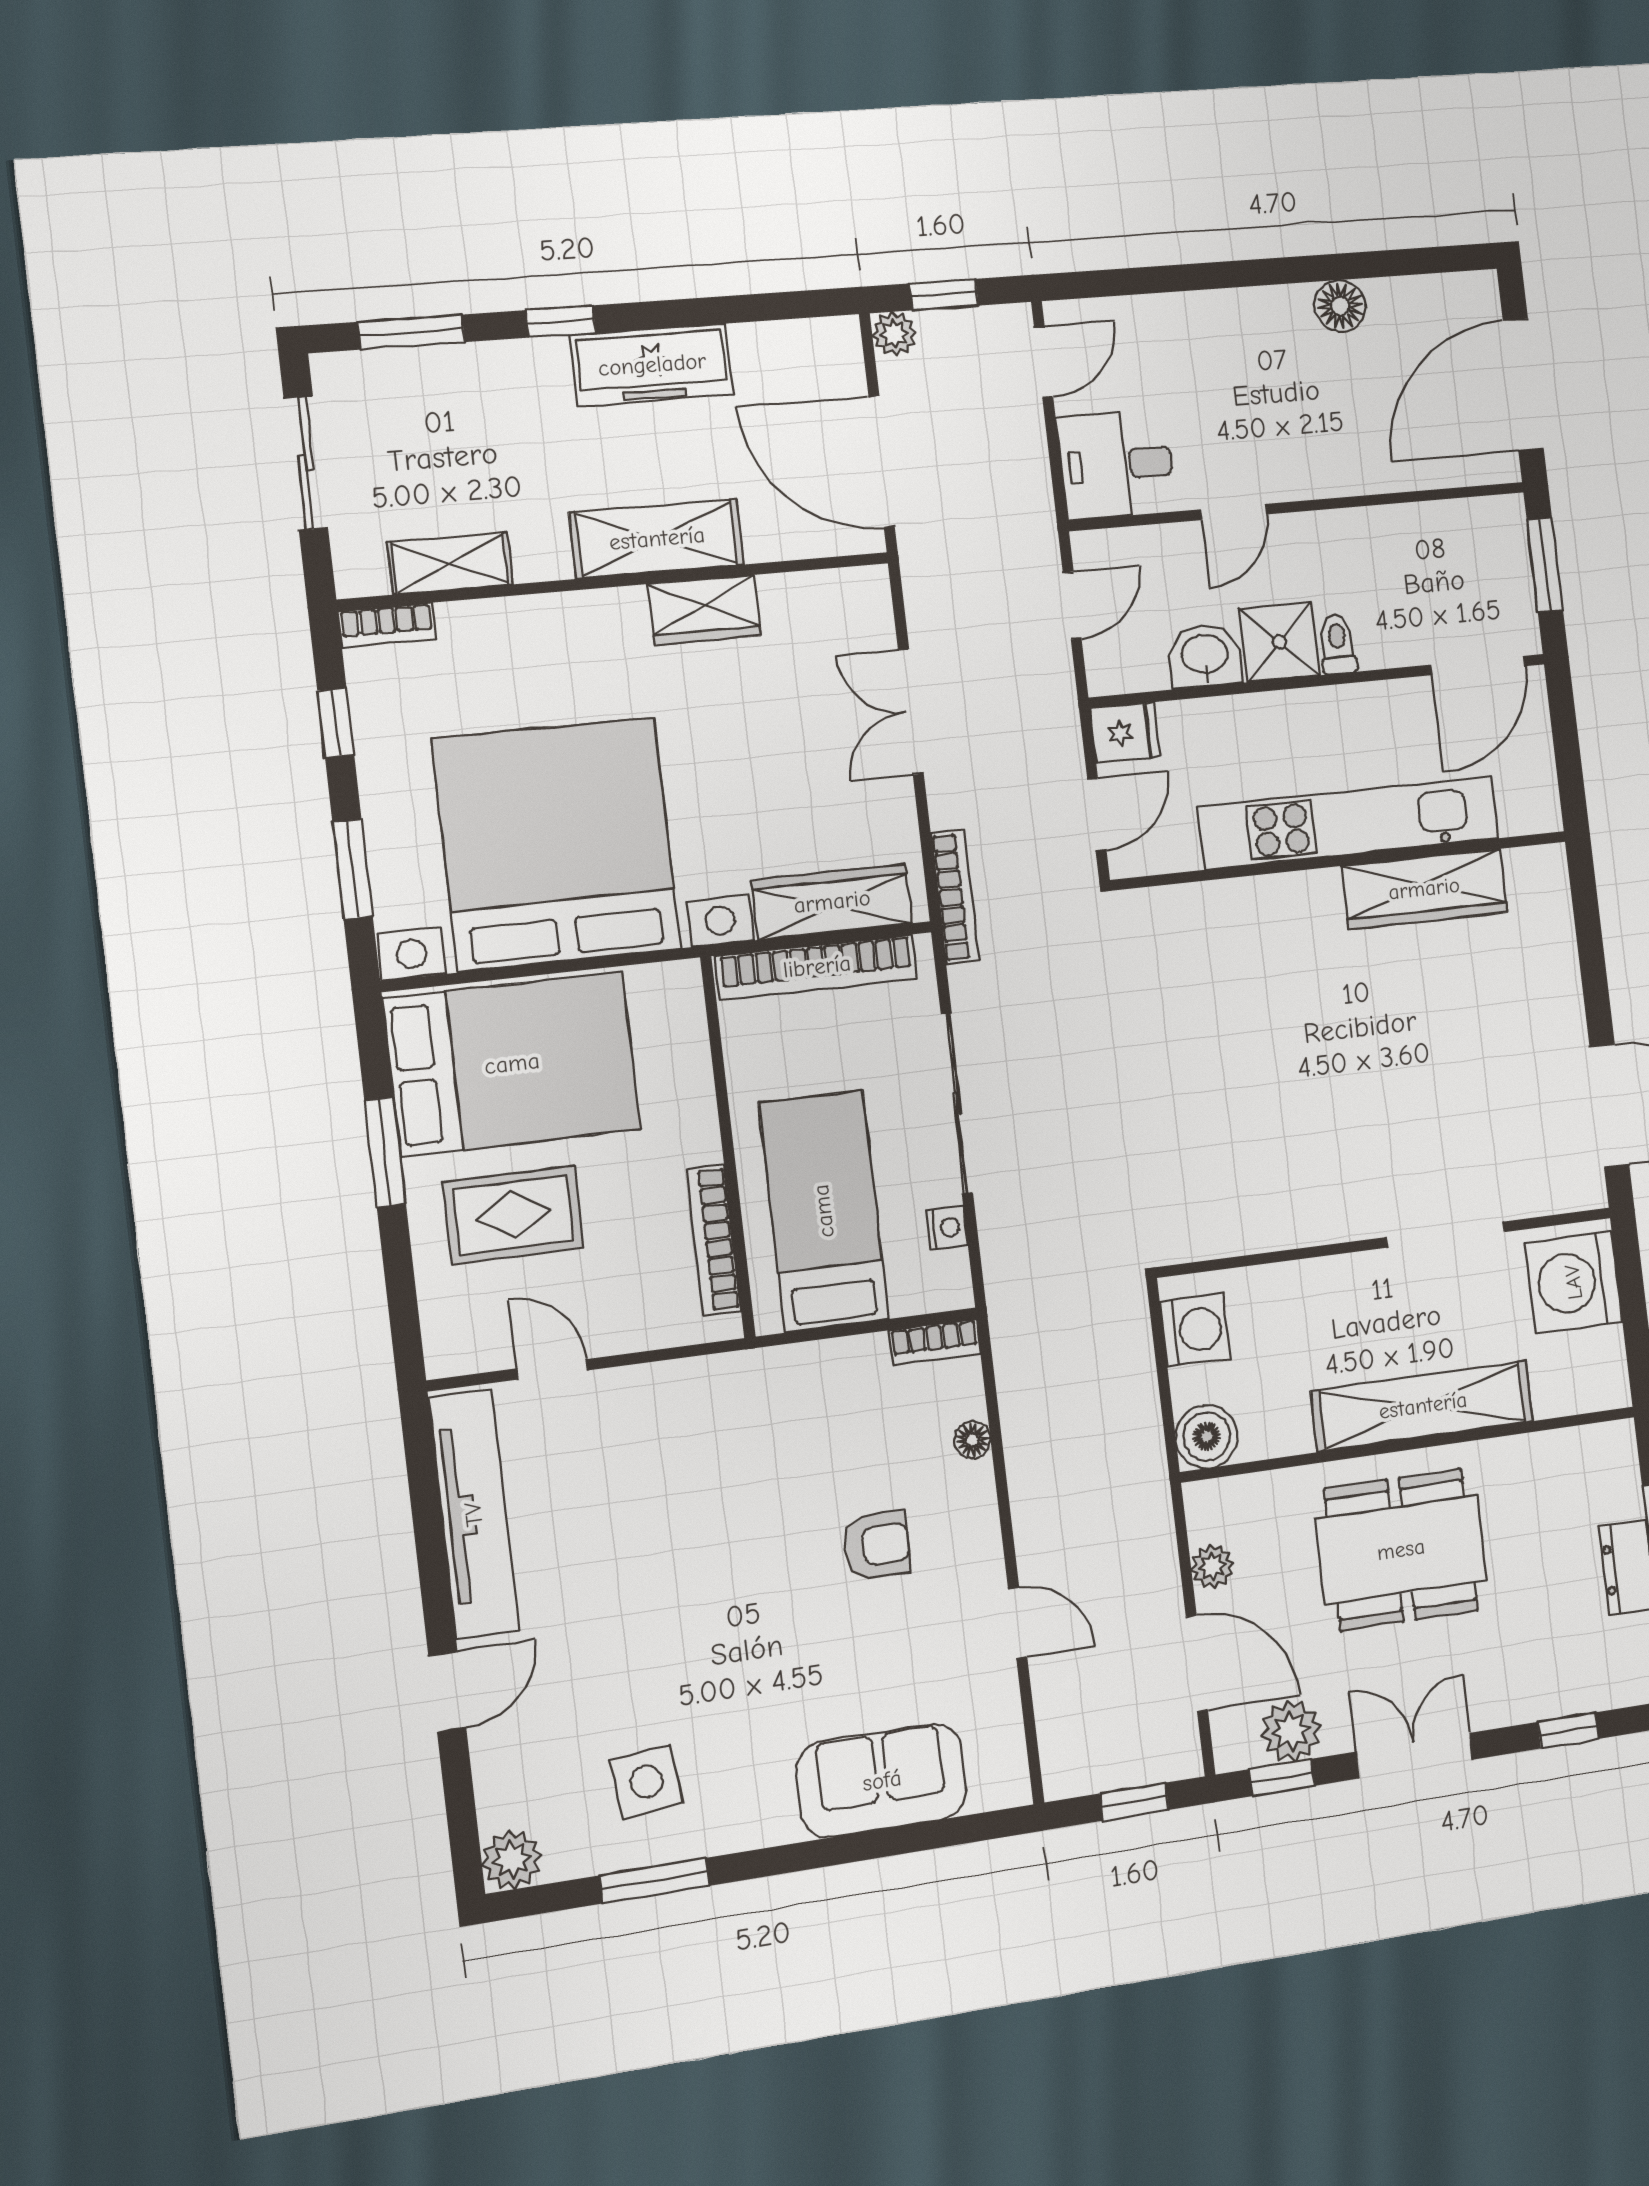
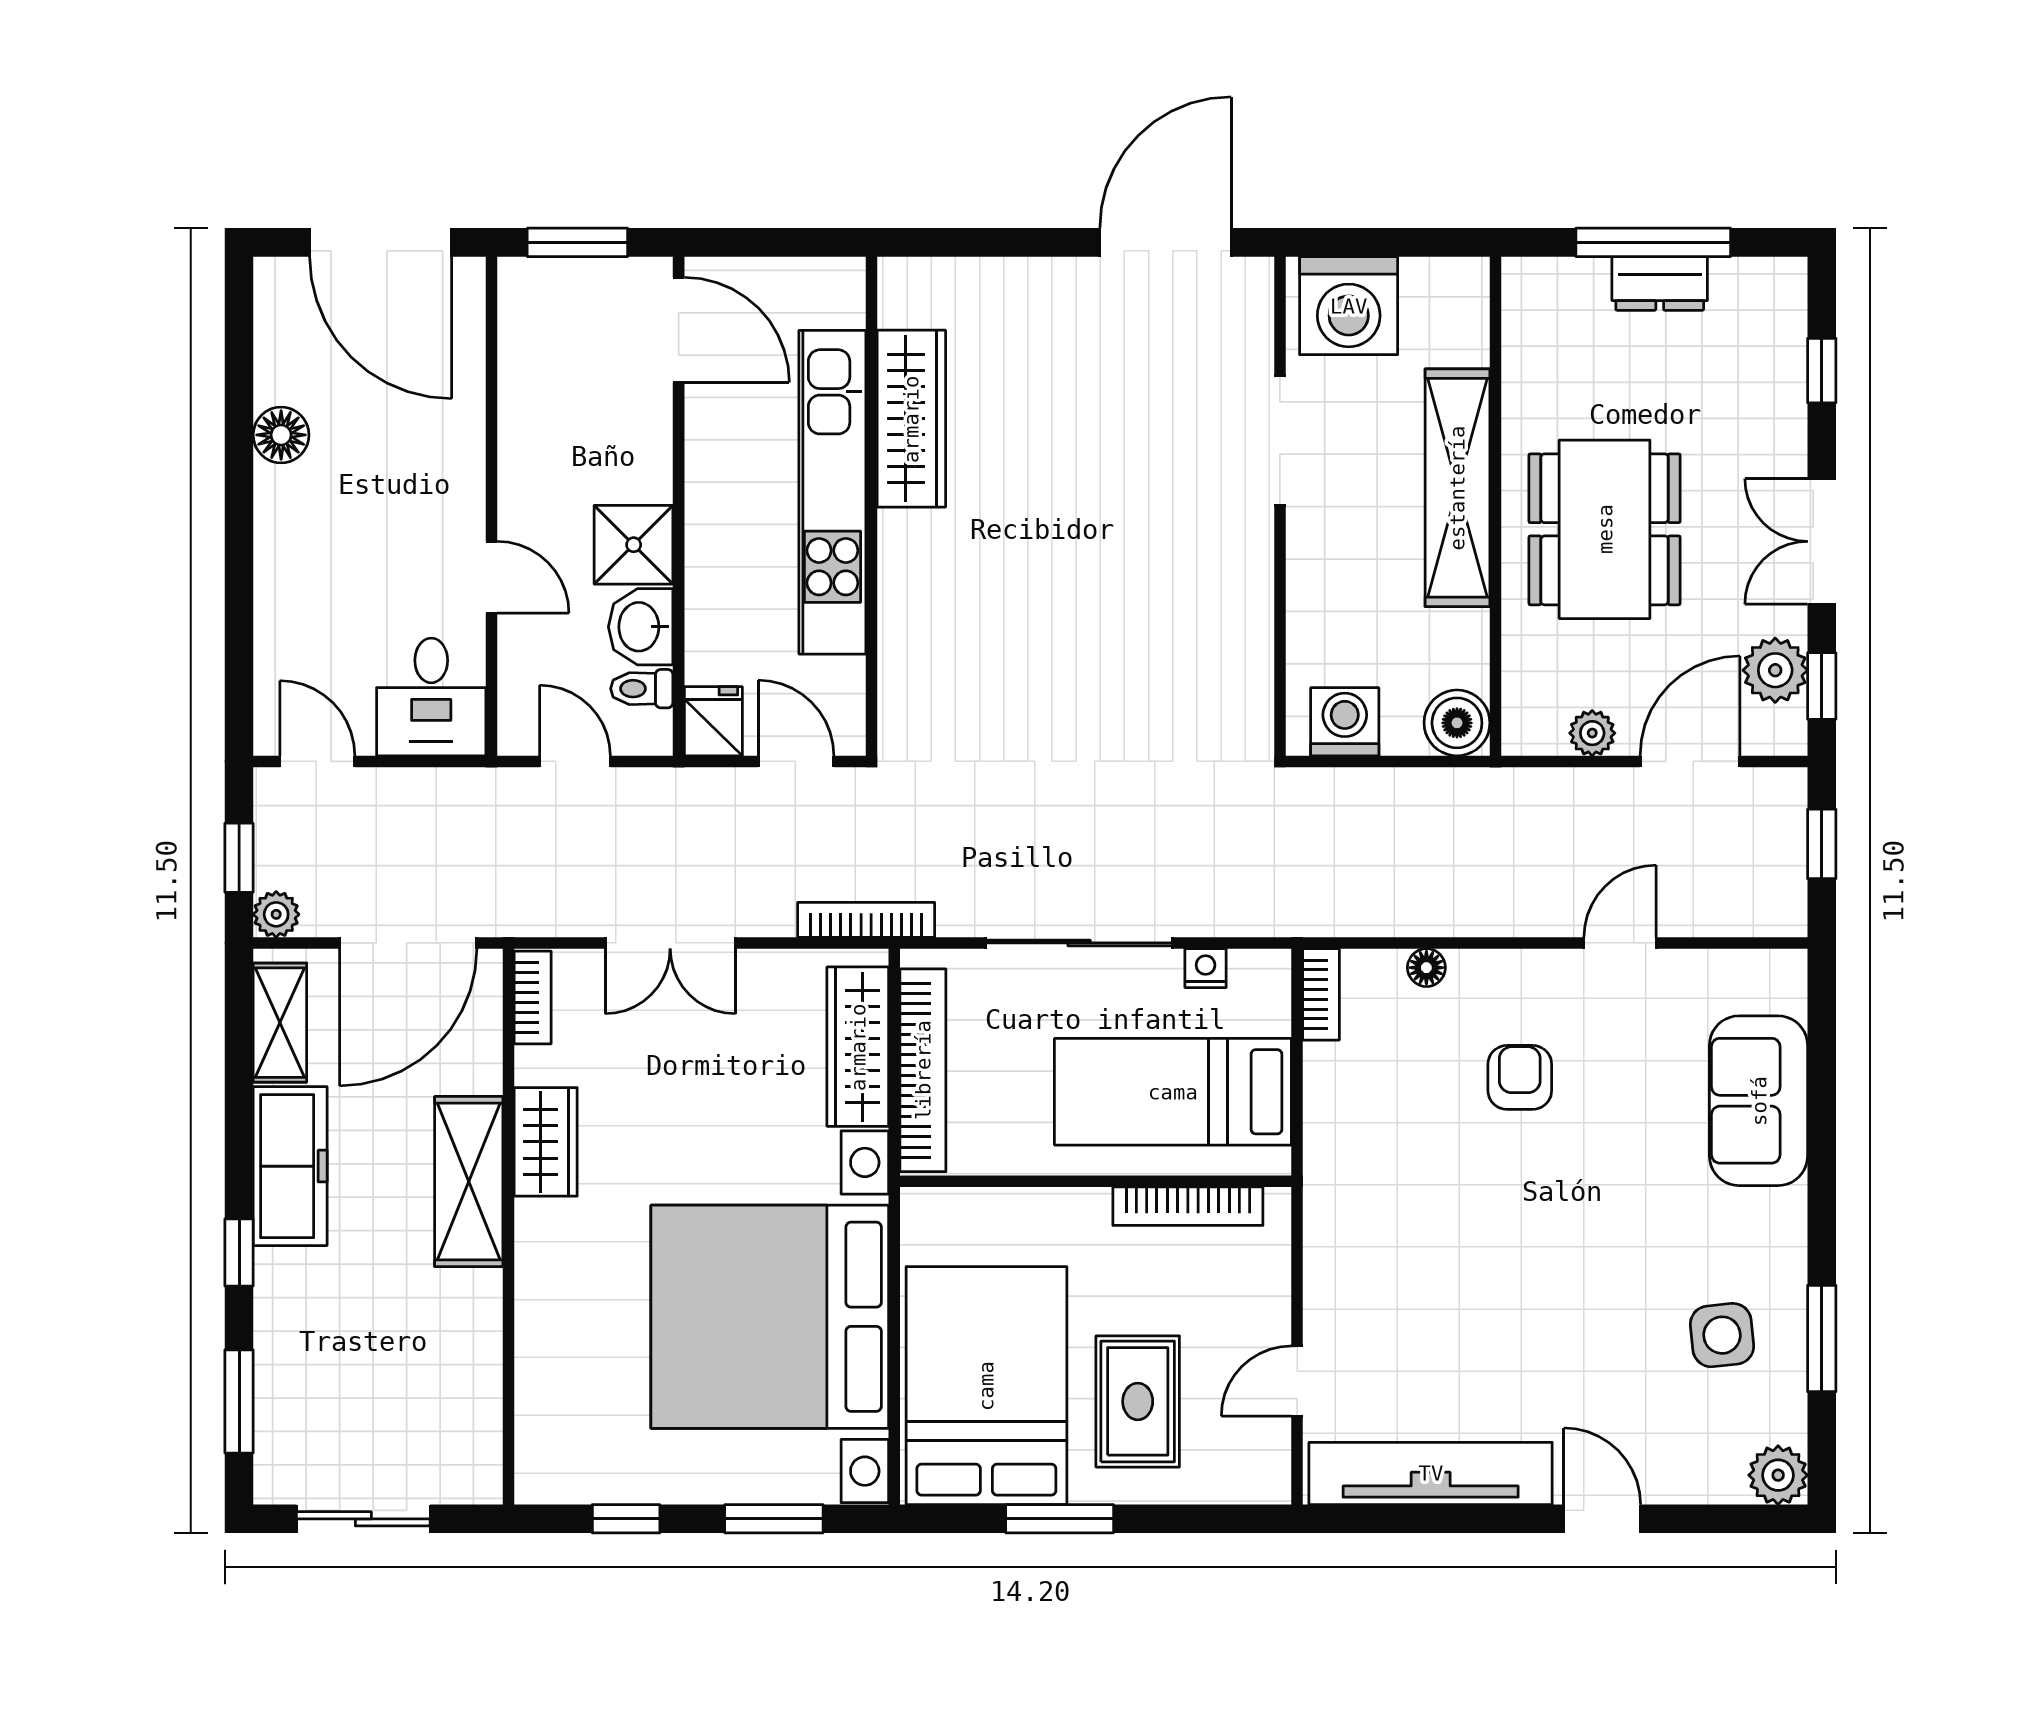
shelving: (450, 563) -> (280, 1023), moved
bookcase: (387, 625) -> (533, 998), moved
toilet: (1338, 644) -> (642, 689), moved

